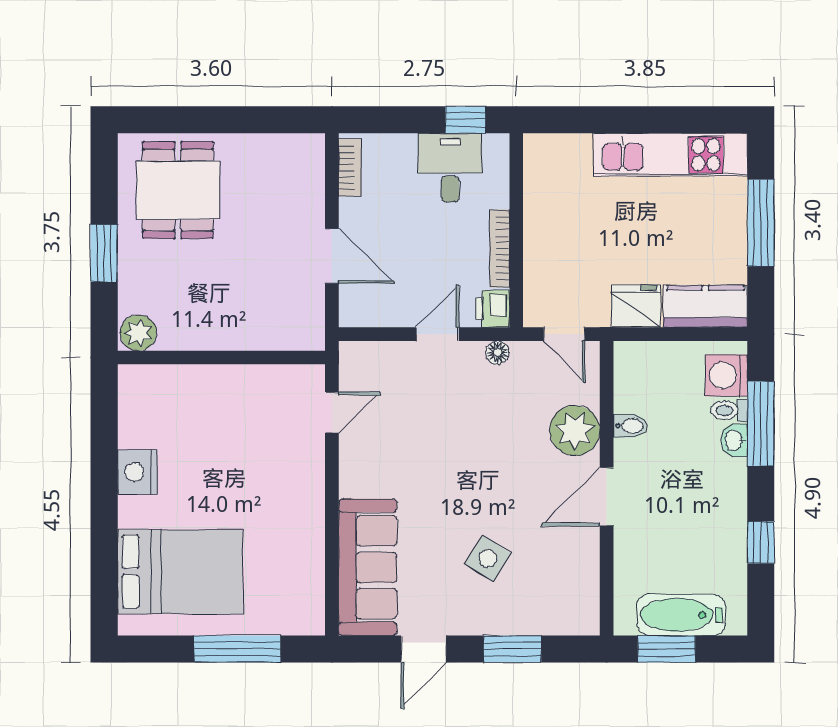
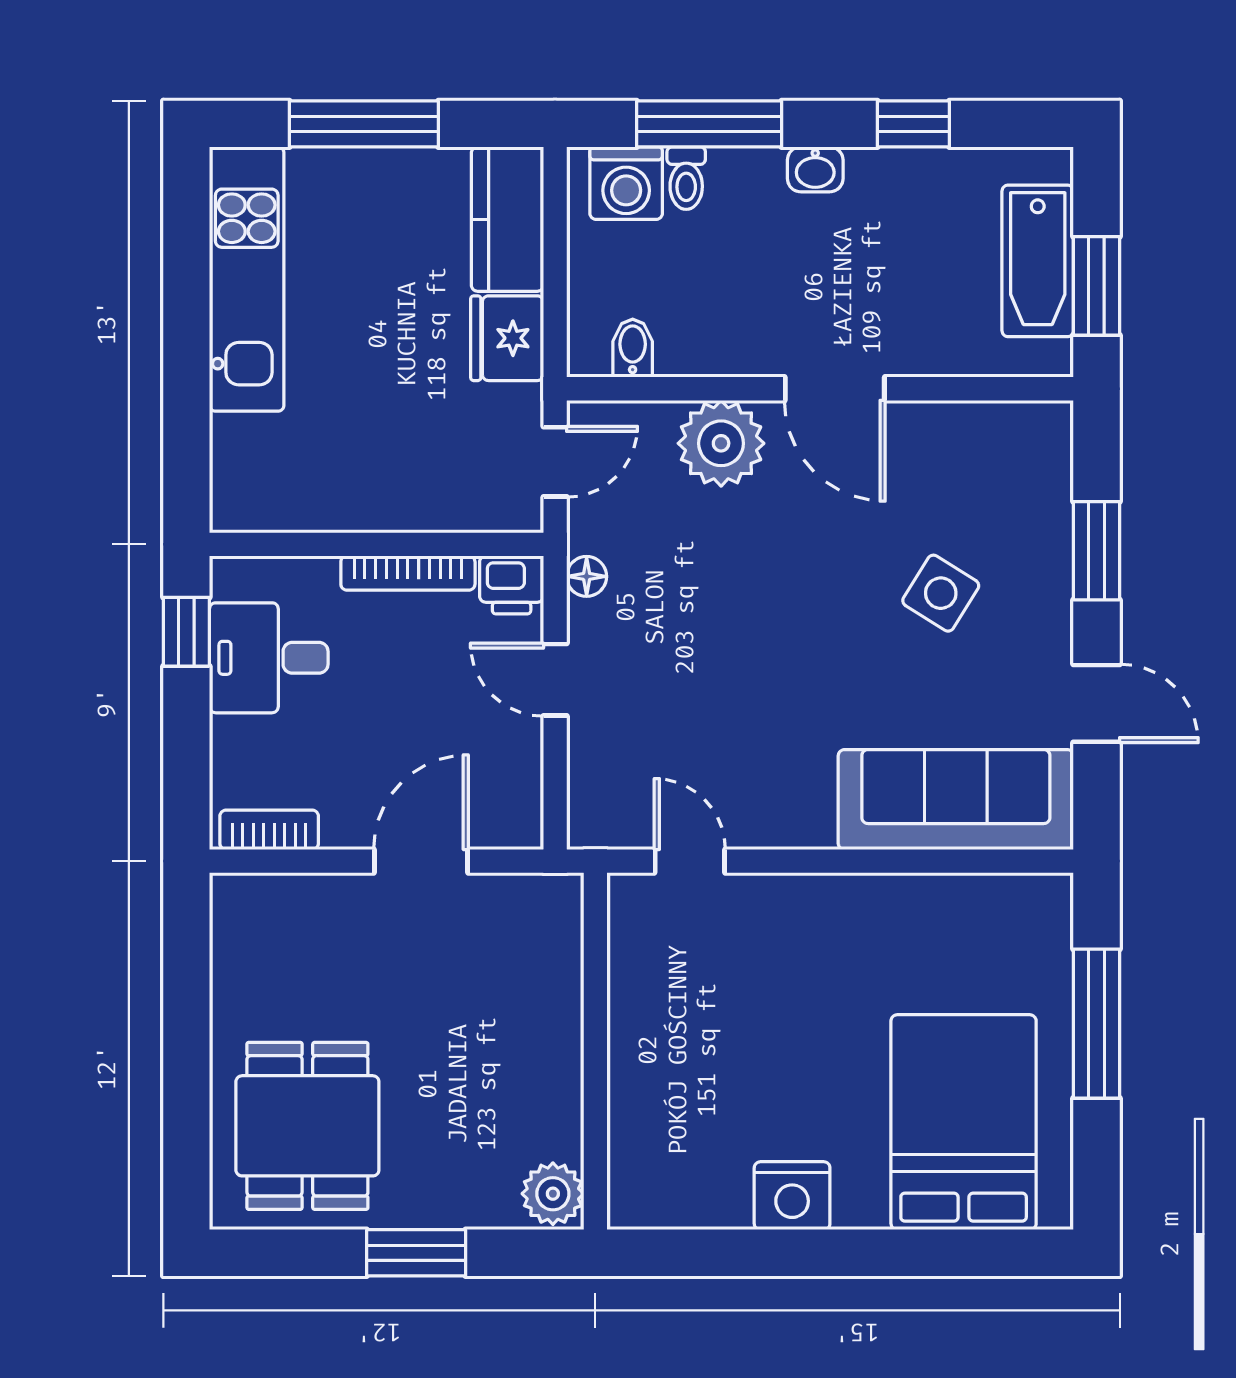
dining table: (178, 190) -> (307, 1126), turned 90
bidet: (630, 426) -> (633, 348), moved
washbasin: (734, 440) -> (815, 169), moved

